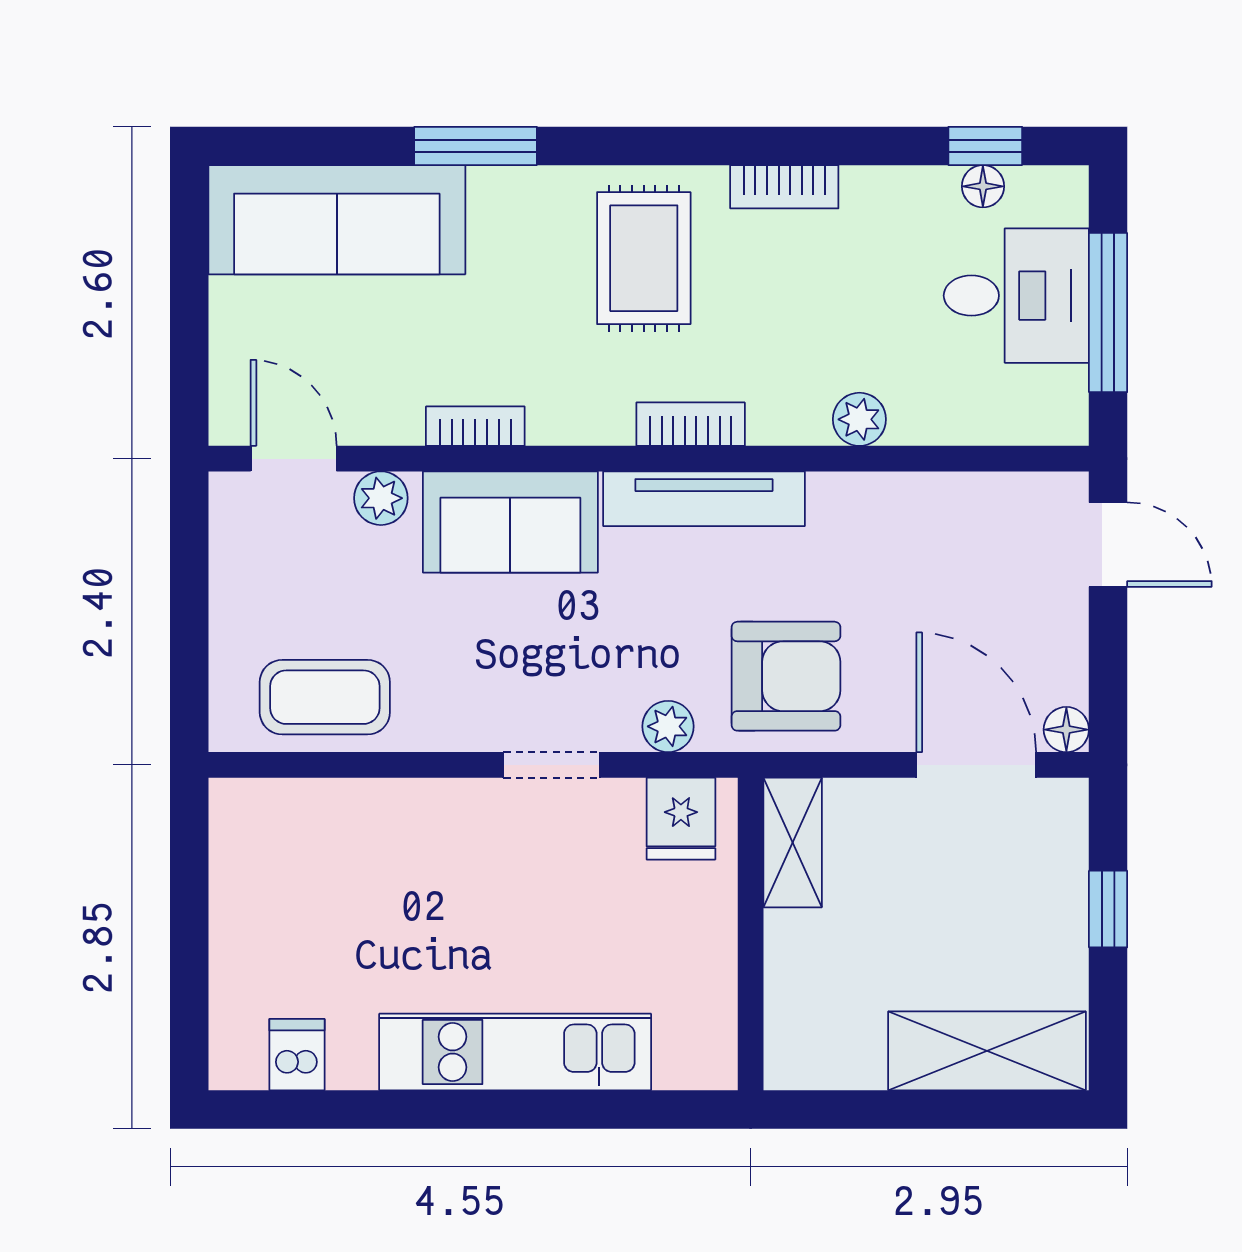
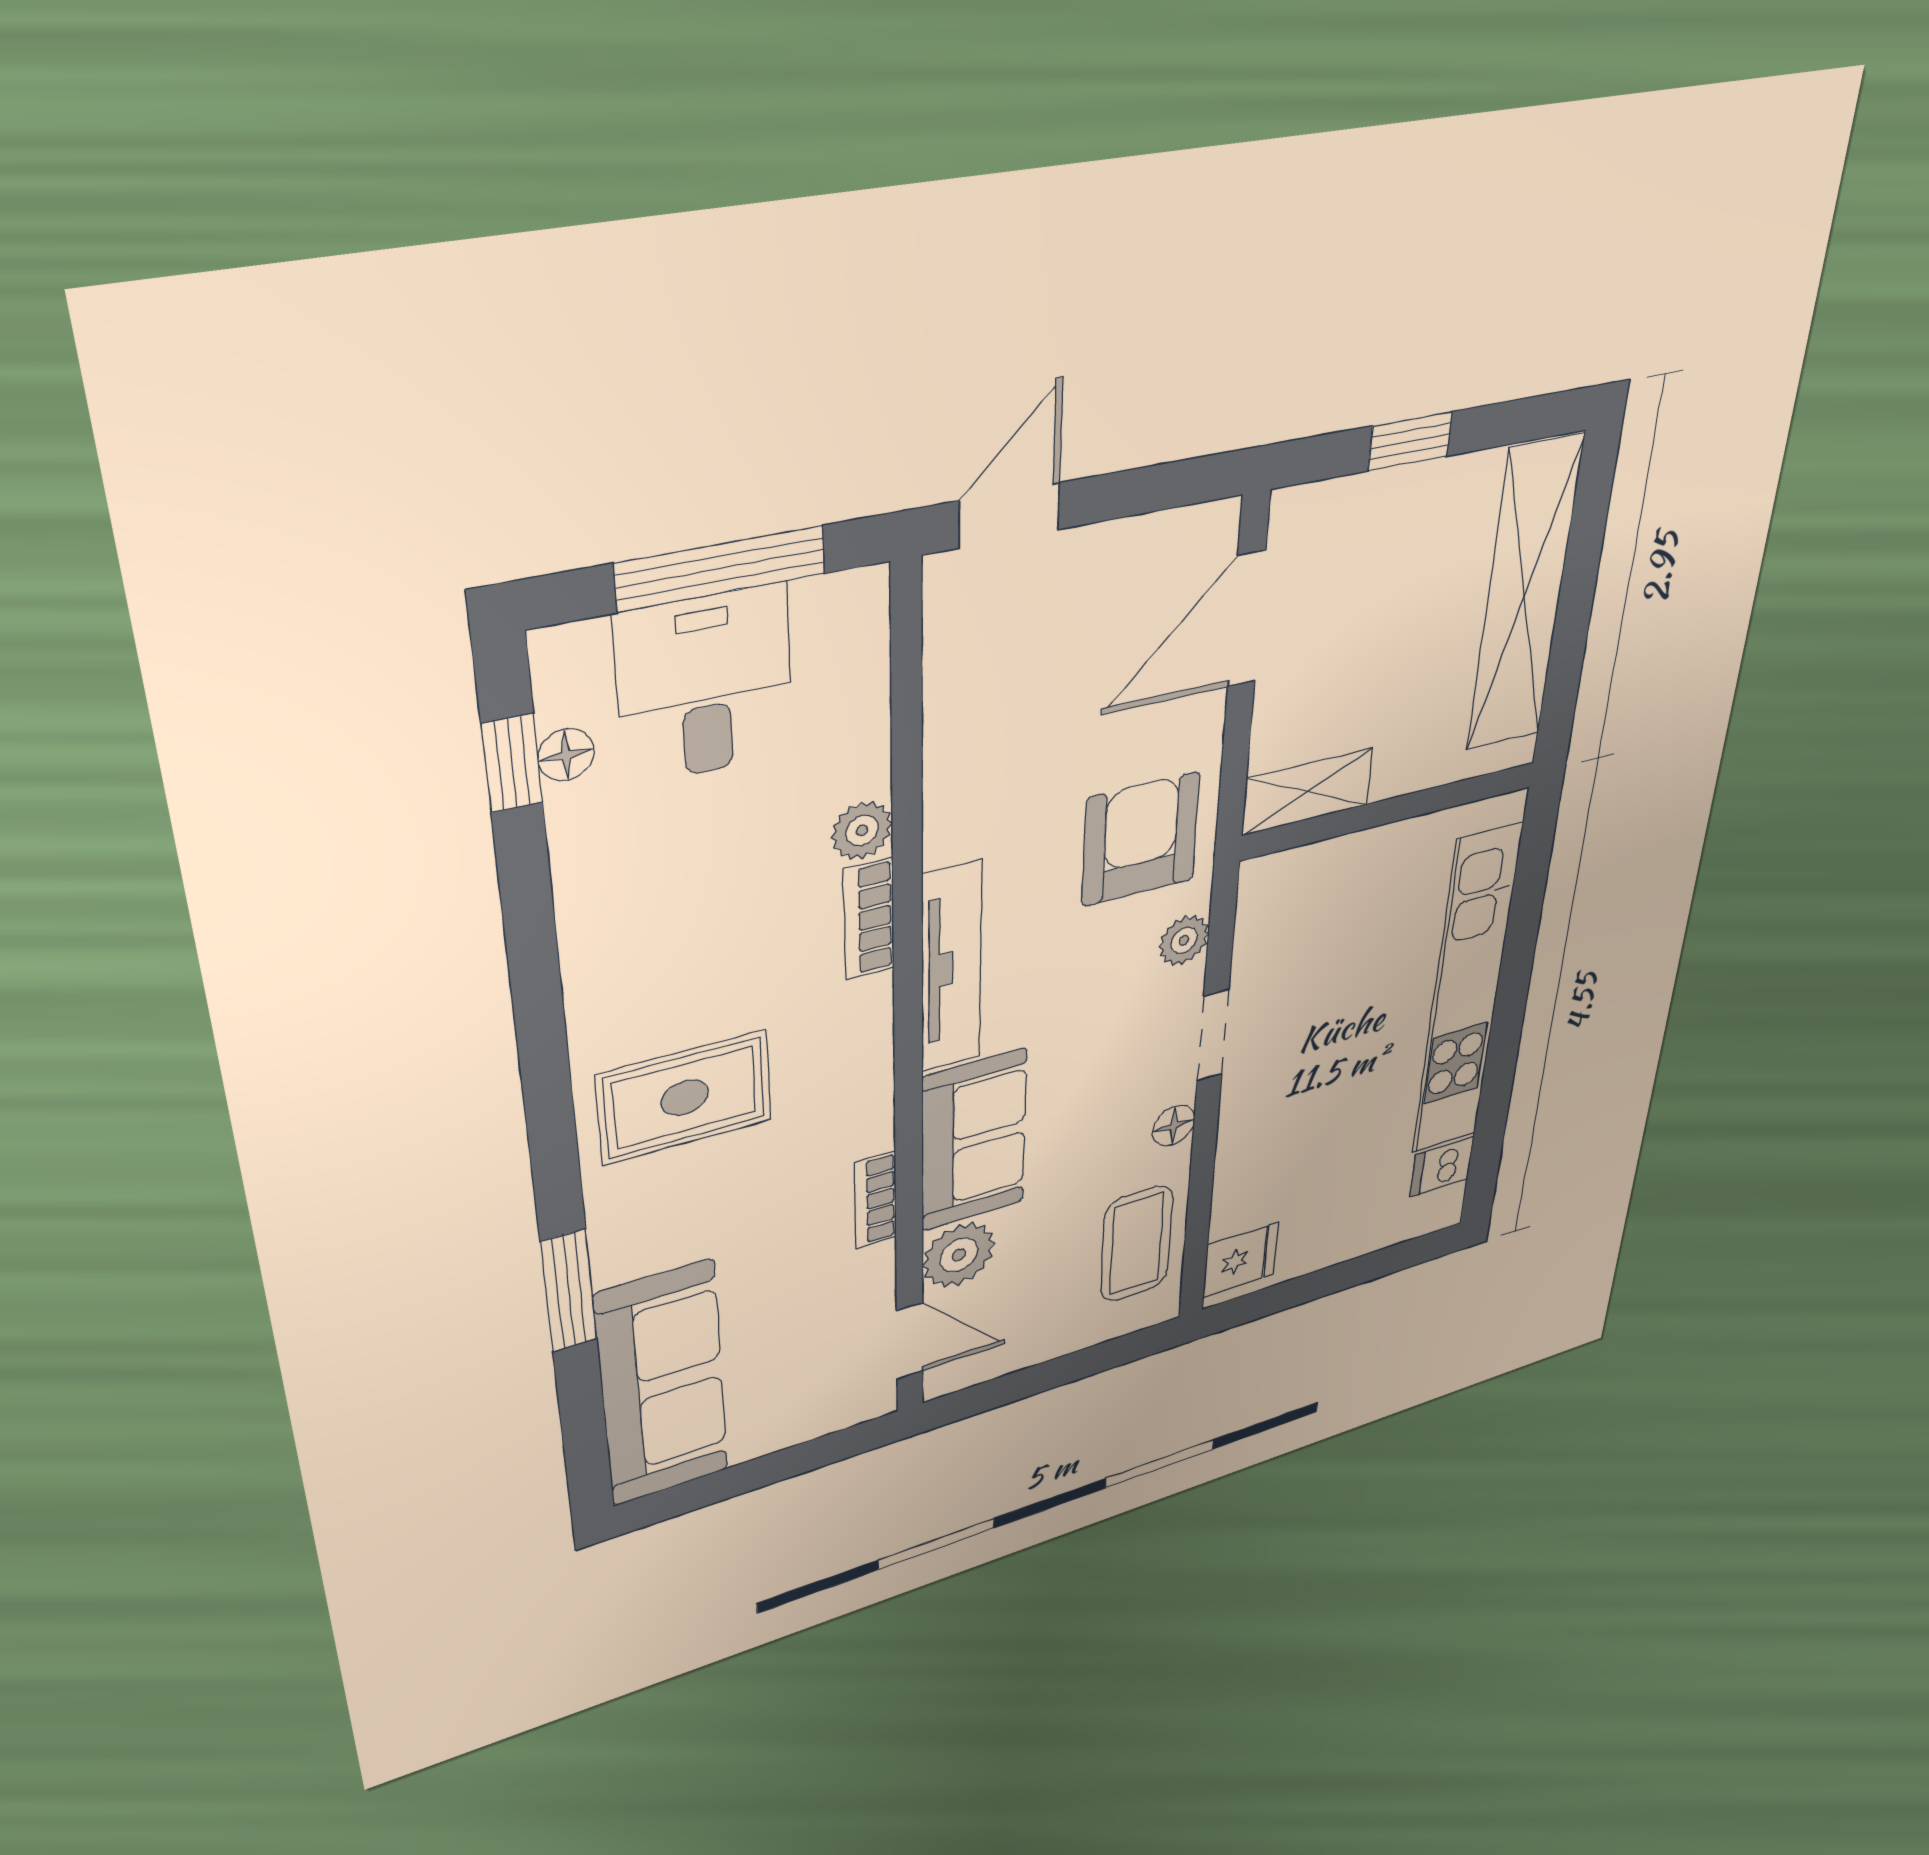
bookcase: (784, 187) -> (588, 978), removed
bookcase: (691, 424) -> (869, 919), moved
door: (294, 459) -> (910, 1341), swing flipped
plant: (381, 498) -> (959, 1255), width x1.38, depth x1.38
floor lamp: (1066, 730) -> (1174, 1126), moved
fridge: (681, 819) -> (1241, 1260), moved
shelving: (987, 1051) -> (1524, 596), width x1.47
kitchen unit: (515, 1052) -> (1466, 993), width x1.36

